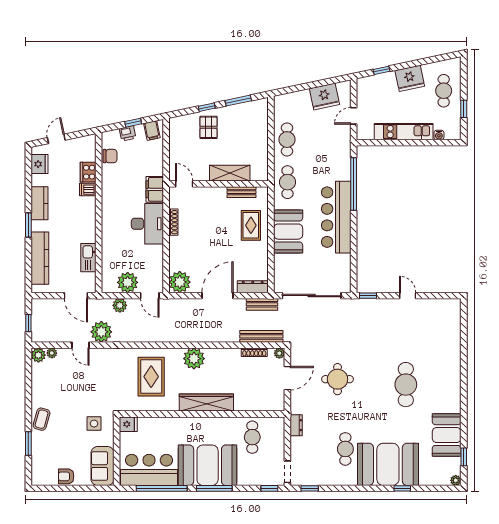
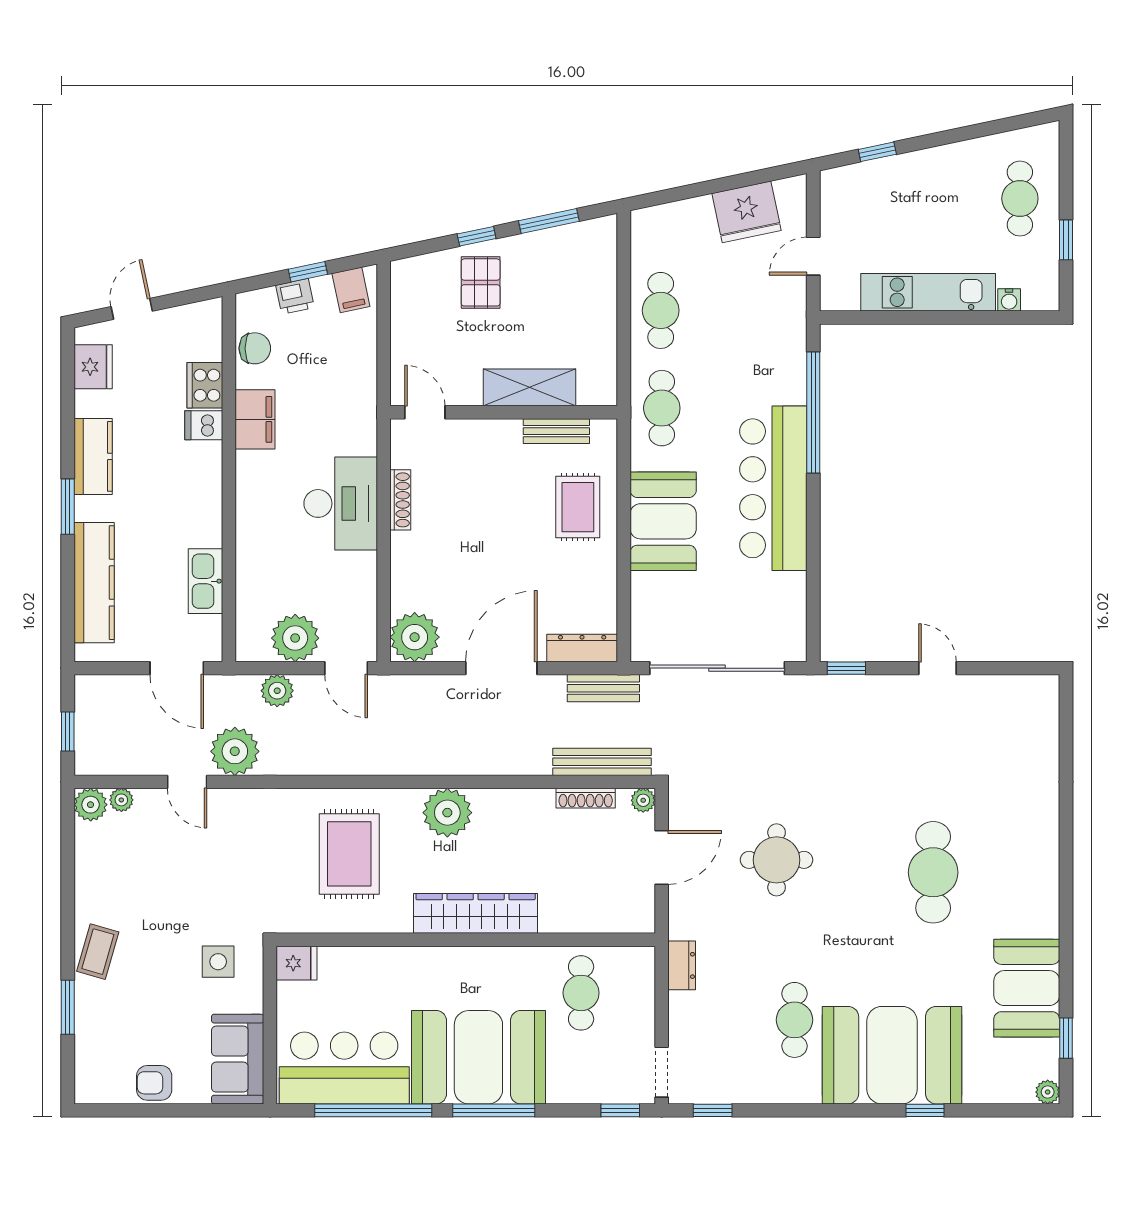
fridge: (410, 78) -> (942, 170), removed
filing cabinet: (155, 189) -> (255, 419), moved, turned 180

